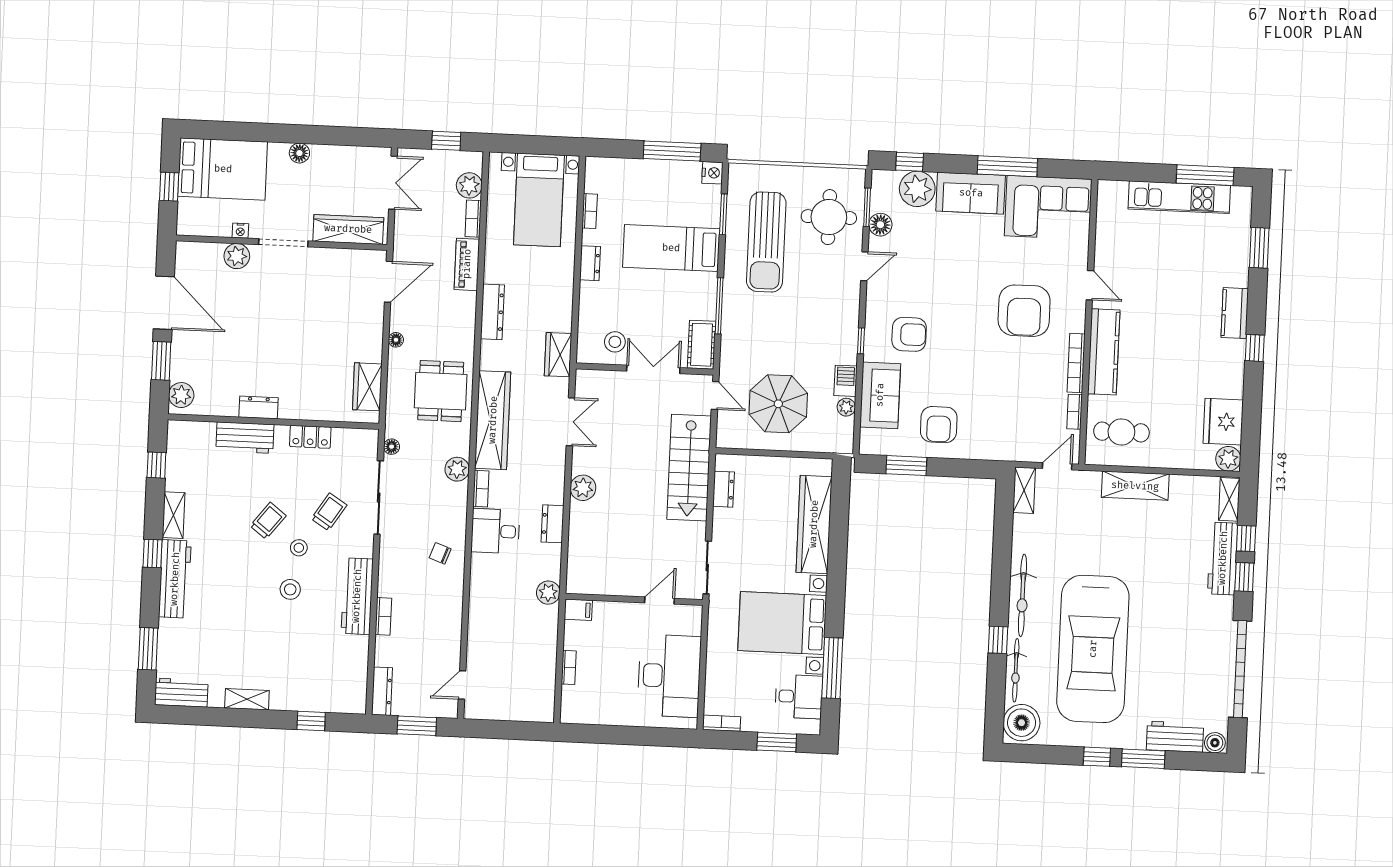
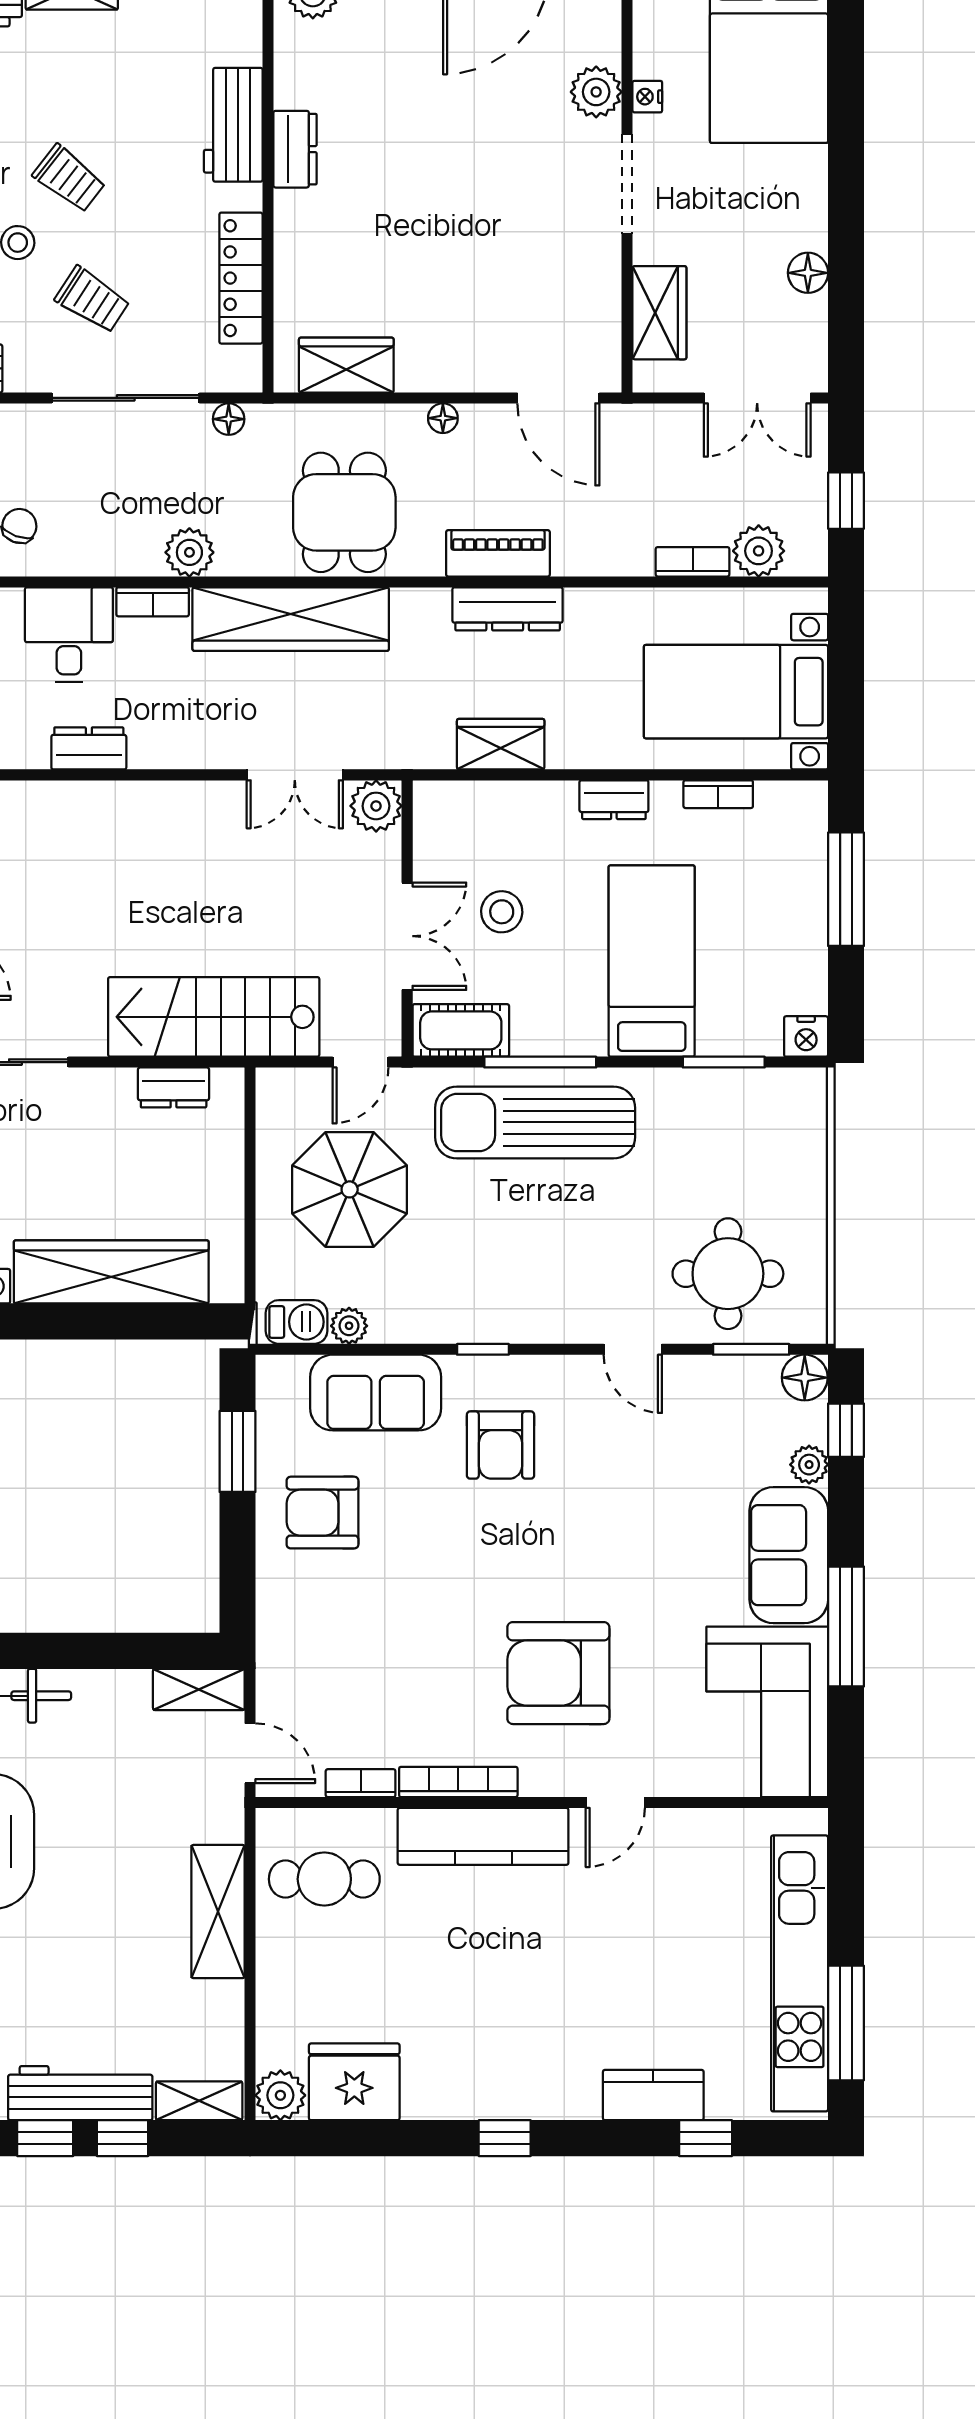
window: (672, 151) -> (846, 889), moved
floor lamp: (299, 153) -> (808, 273), moved
plant: (917, 189) -> (809, 1465), width x0.53, depth x0.53
kitchen unit: (1179, 197) -> (800, 1973), width x1.36
floor lamp: (880, 225) -> (805, 1378), moved
wardrobe: (348, 229) -> (659, 313), width x0.67
sun lounger: (766, 242) -> (535, 1122), moved
window: (1259, 248) -> (706, 2138), width x0.67
piano: (467, 264) -> (498, 553), moved
kitchen counter: (1235, 313) -> (653, 2095), moved
stool: (615, 342) -> (502, 912), moved
wardrobe: (558, 355) -> (501, 744), moved
barbecue: (846, 381) -> (296, 1322), moved
dining table: (441, 391) -> (344, 512), turned 90
cafe table: (1121, 432) -> (324, 1879), turned 90
locker: (310, 437) -> (241, 278), width x1.53
plant: (583, 488) -> (376, 806), moved

